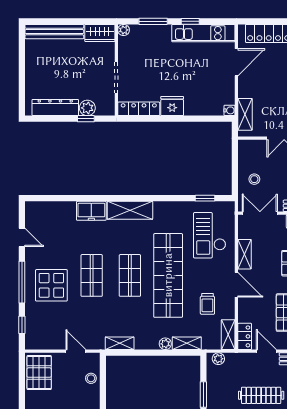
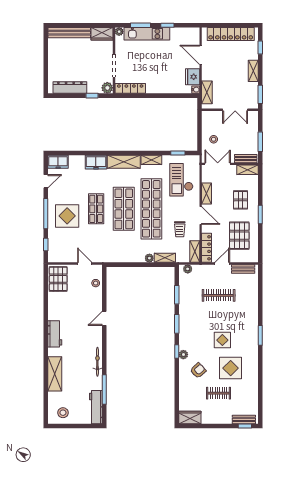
kitchen unit: (203, 33) -> (147, 34), moved
door: (236, 62) -> (201, 55), swing flipped
fridge: (172, 106) -> (193, 77), moved, turned -90
plant: (87, 108) -> (107, 88), moved
freezer: (39, 210) -> (58, 162), added
door: (22, 237) -> (46, 181), hinge flipped
shop shelf: (130, 275) -> (124, 209), width x1.43, depth x1.36
locker: (245, 336) -> (207, 248), width x1.53
shelving: (120, 343) -> (151, 160), moved
door: (266, 351) -> (222, 264), hinge flipped

